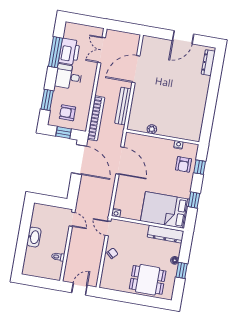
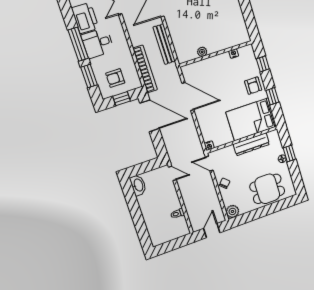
window: (55, 52) -> (78, 44), moved
armchair: (184, 164) -> (253, 86), moved
dresser: (166, 234) -> (251, 144), moved
washbasin: (34, 237) -> (138, 185), moved
window: (182, 270) -> (289, 153), moved
plant: (106, 282) -> (232, 211), added

